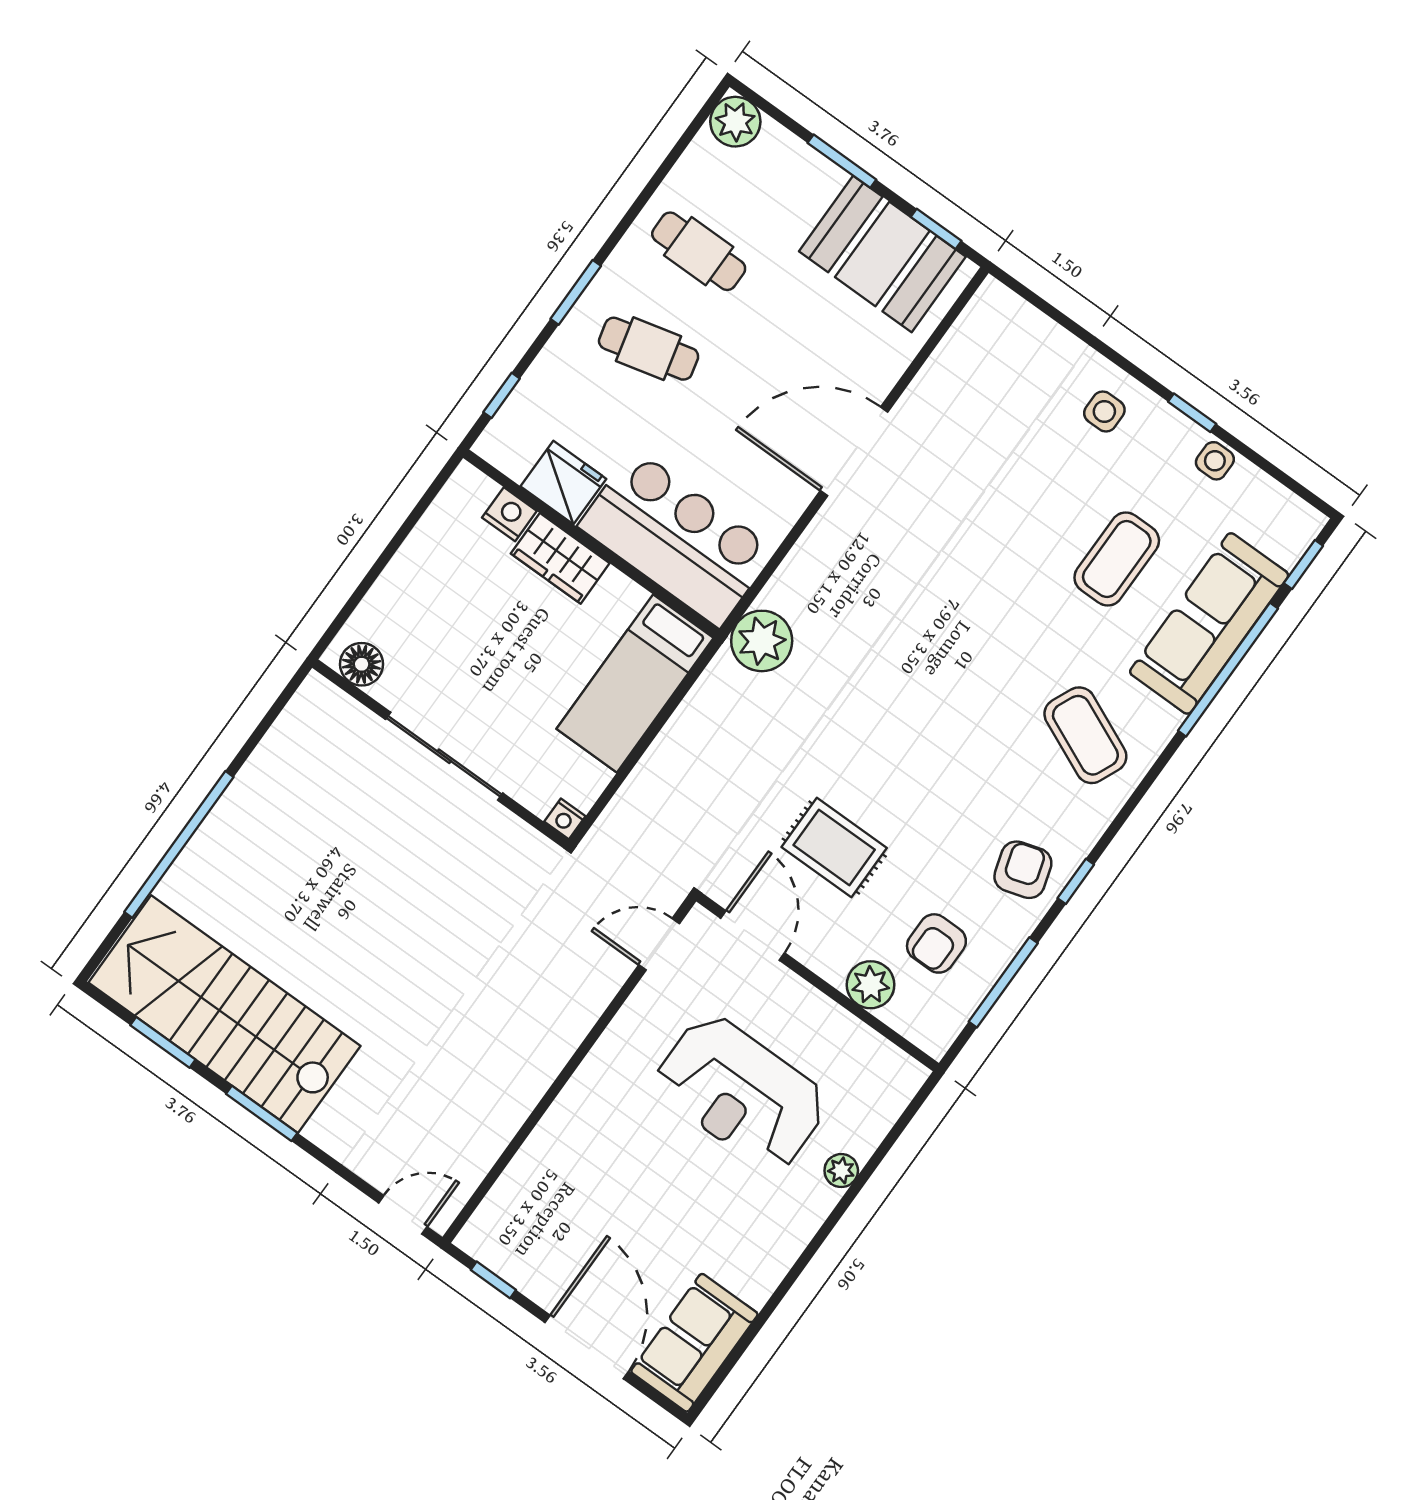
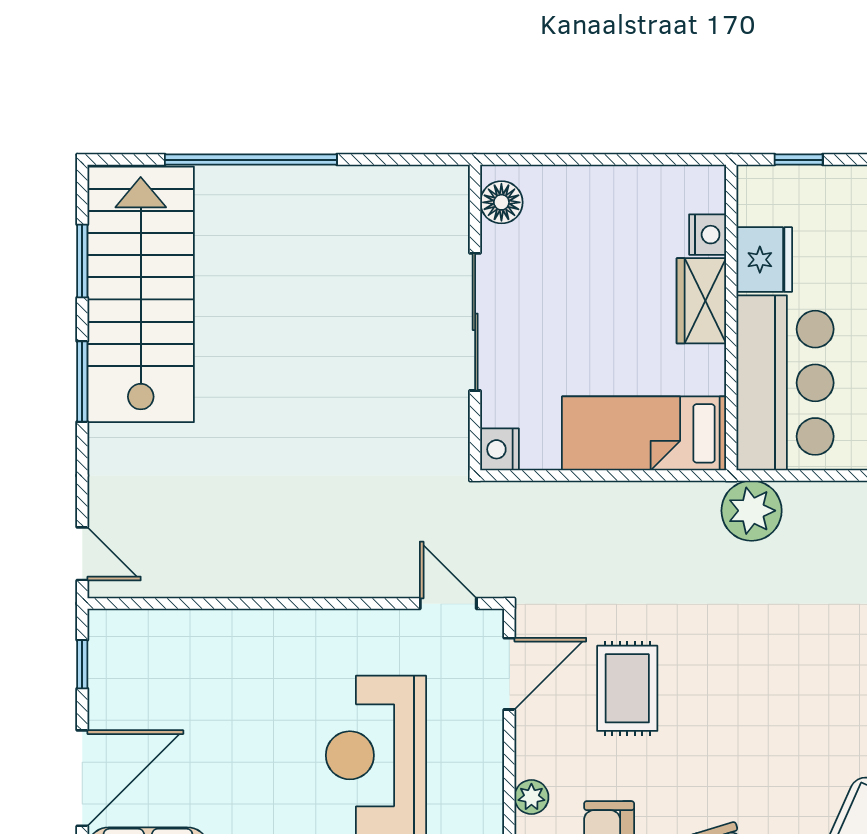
nightstand: (565, 819) -> (500, 449), width x1.39, depth x1.35
plant: (871, 985) -> (531, 797), width x0.73, depth x0.73

